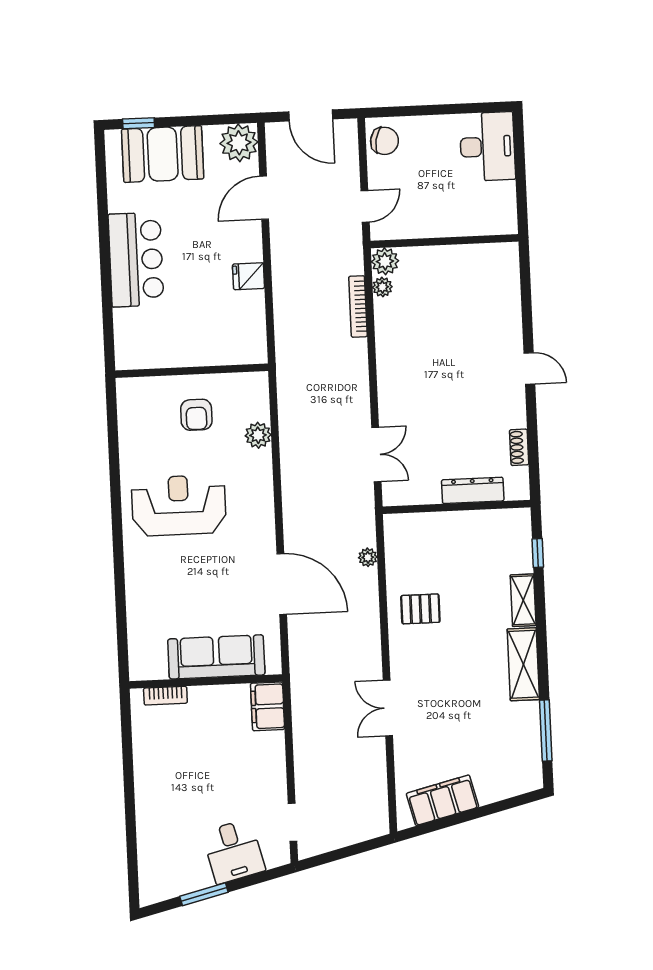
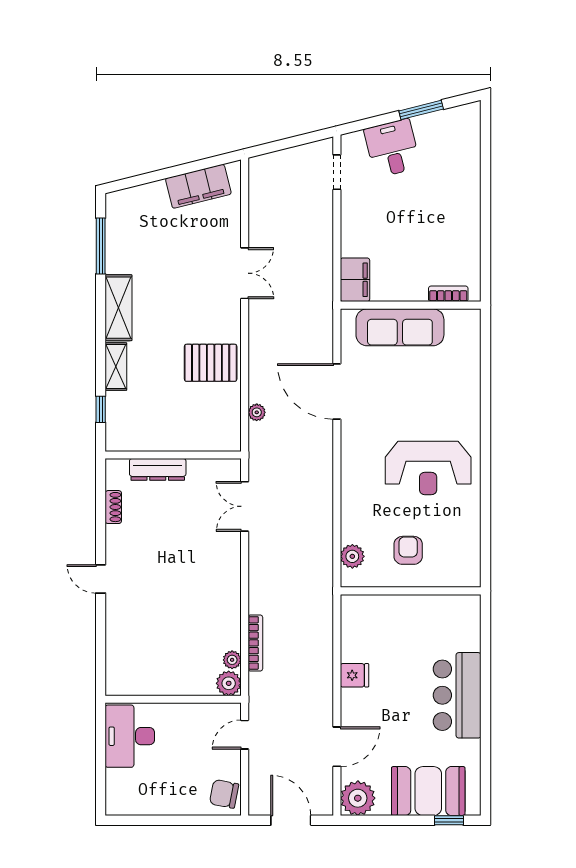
desk: (487, 147) -> (130, 736), moved
plant: (258, 435) -> (352, 556), moved
pallet: (420, 609) -> (211, 363), width x1.50, depth x1.42

